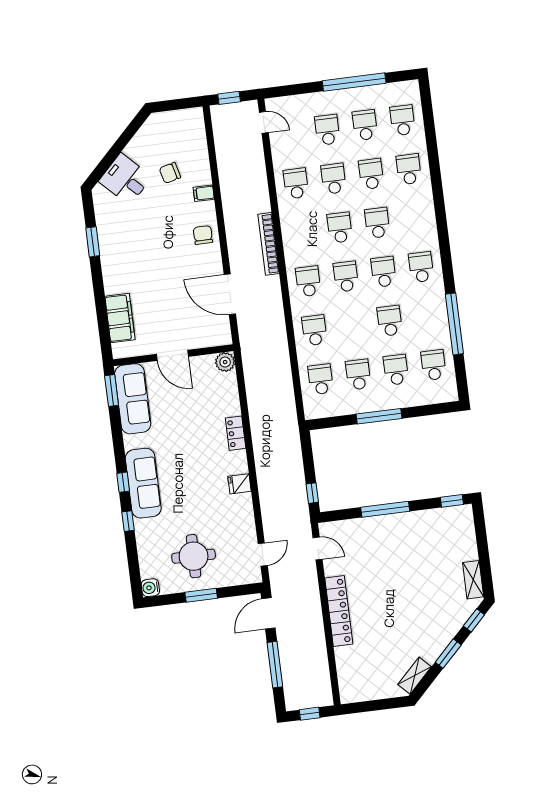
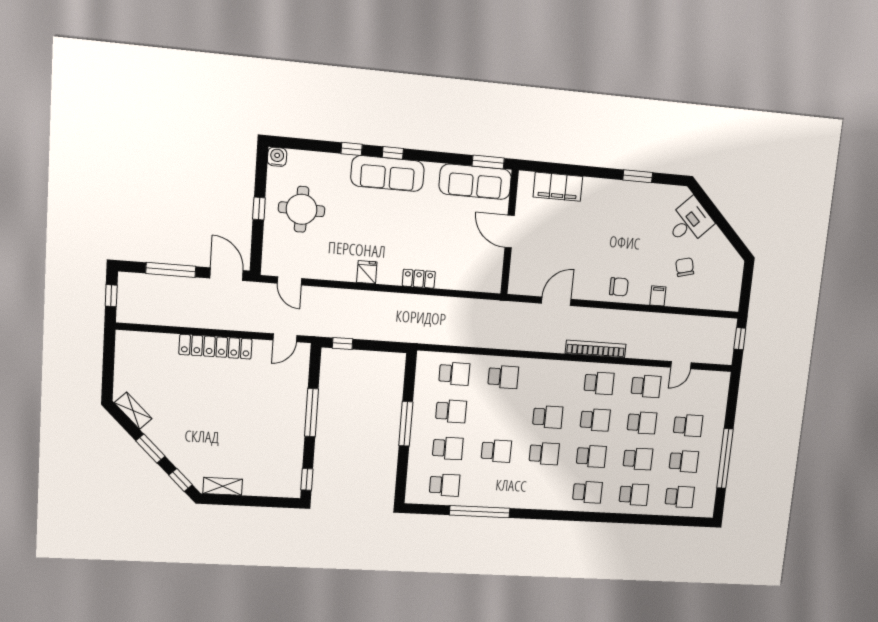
door: (264, 122) -> (681, 365), moved
school desk: (421, 267) -> (587, 492), moved
school desk: (308, 281) -> (599, 383), moved
door: (230, 294) -> (556, 301), width x0.73
door: (172, 355) -> (510, 232), hinge flipped
plant: (225, 362) -> (492, 283), removed
window: (201, 595) -> (259, 209), width x0.67

